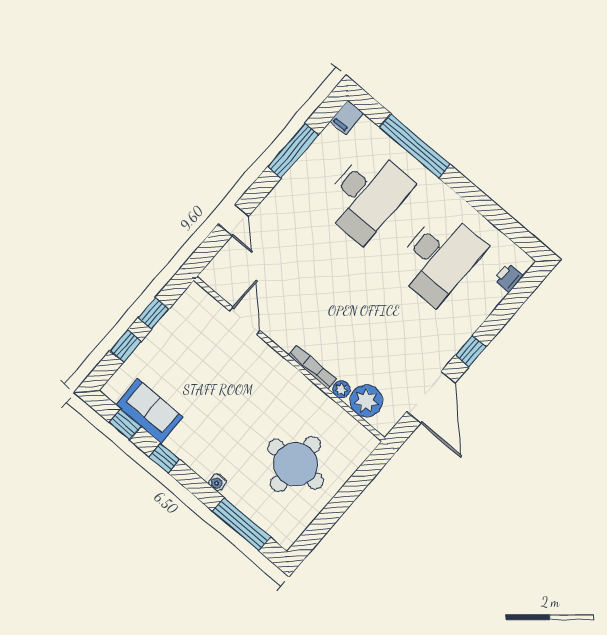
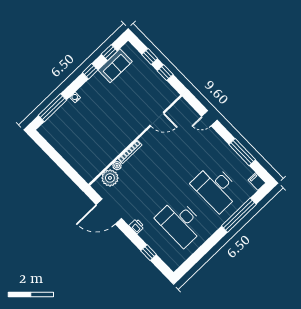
printer: (508, 278) -> (137, 226), moved
window: (471, 351) -> (149, 253), moved
round table: (296, 464) -> (81, 139), removed

